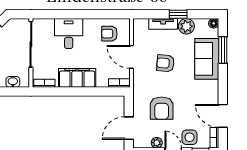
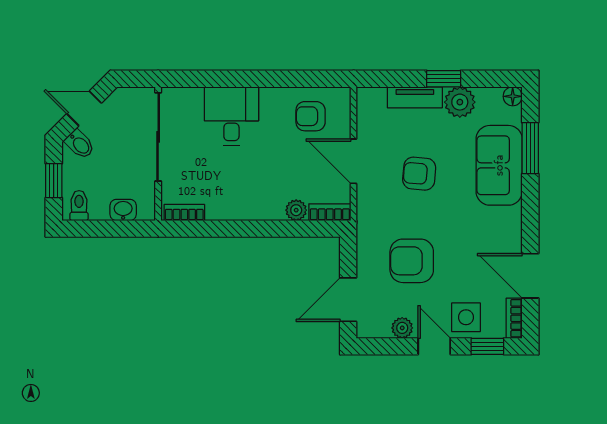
filing cabinet: (77, 78) -> (248, 202), removed
plant: (102, 82) -> (296, 210), added
armchair: (162, 108) -> (412, 261), turned 90

